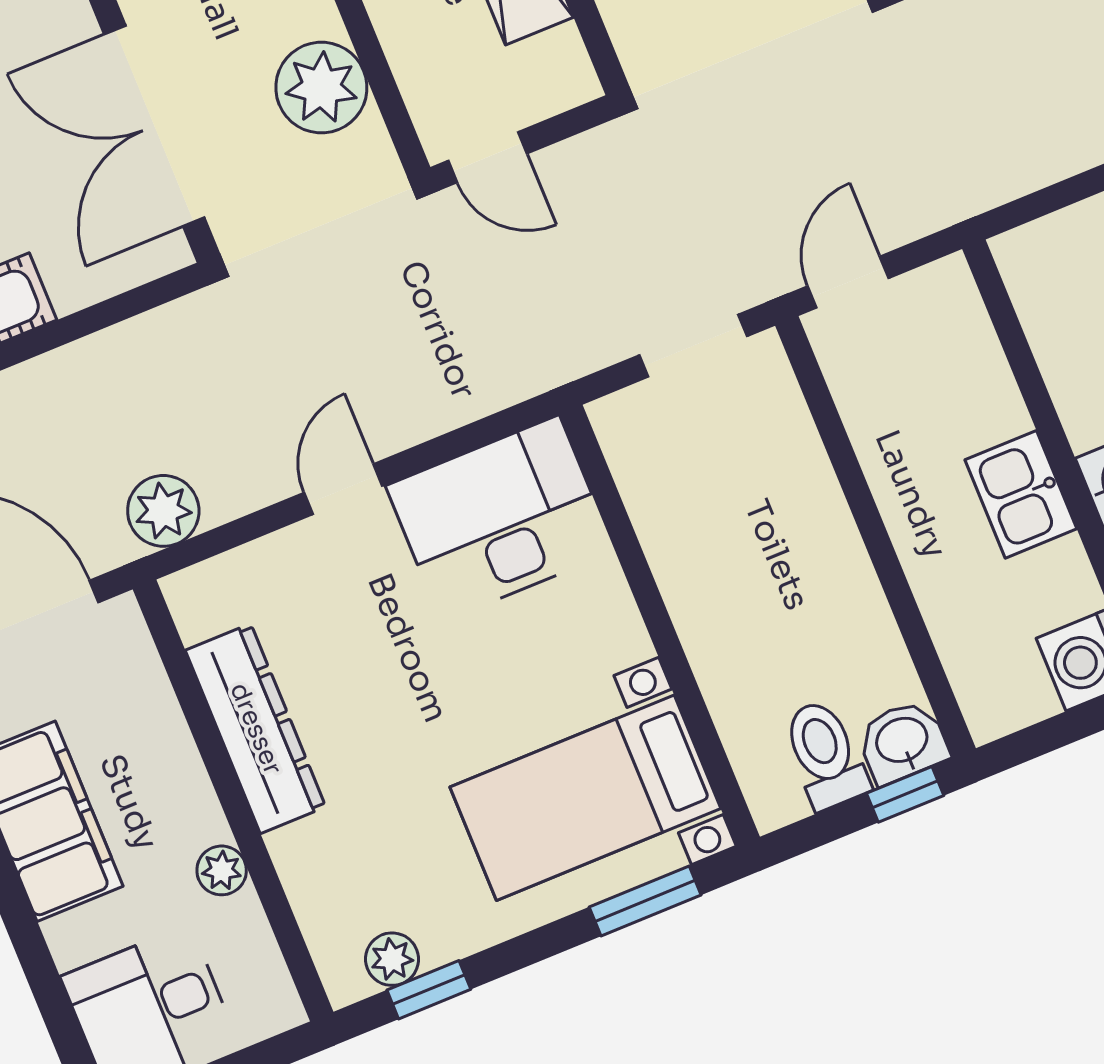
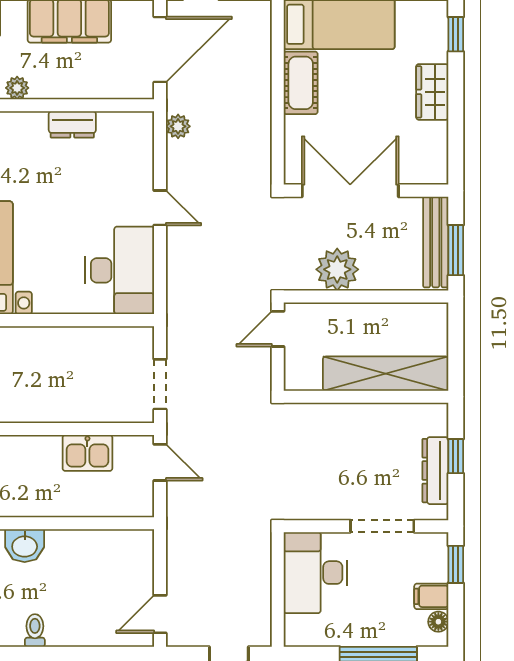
kitchen sink: (1021, 494) -> (87, 453), moved, turned 180
plant: (163, 511) -> (178, 126), width x0.73, depth x0.73
dresser: (256, 729) -> (72, 124), width x0.51, depth x0.80

